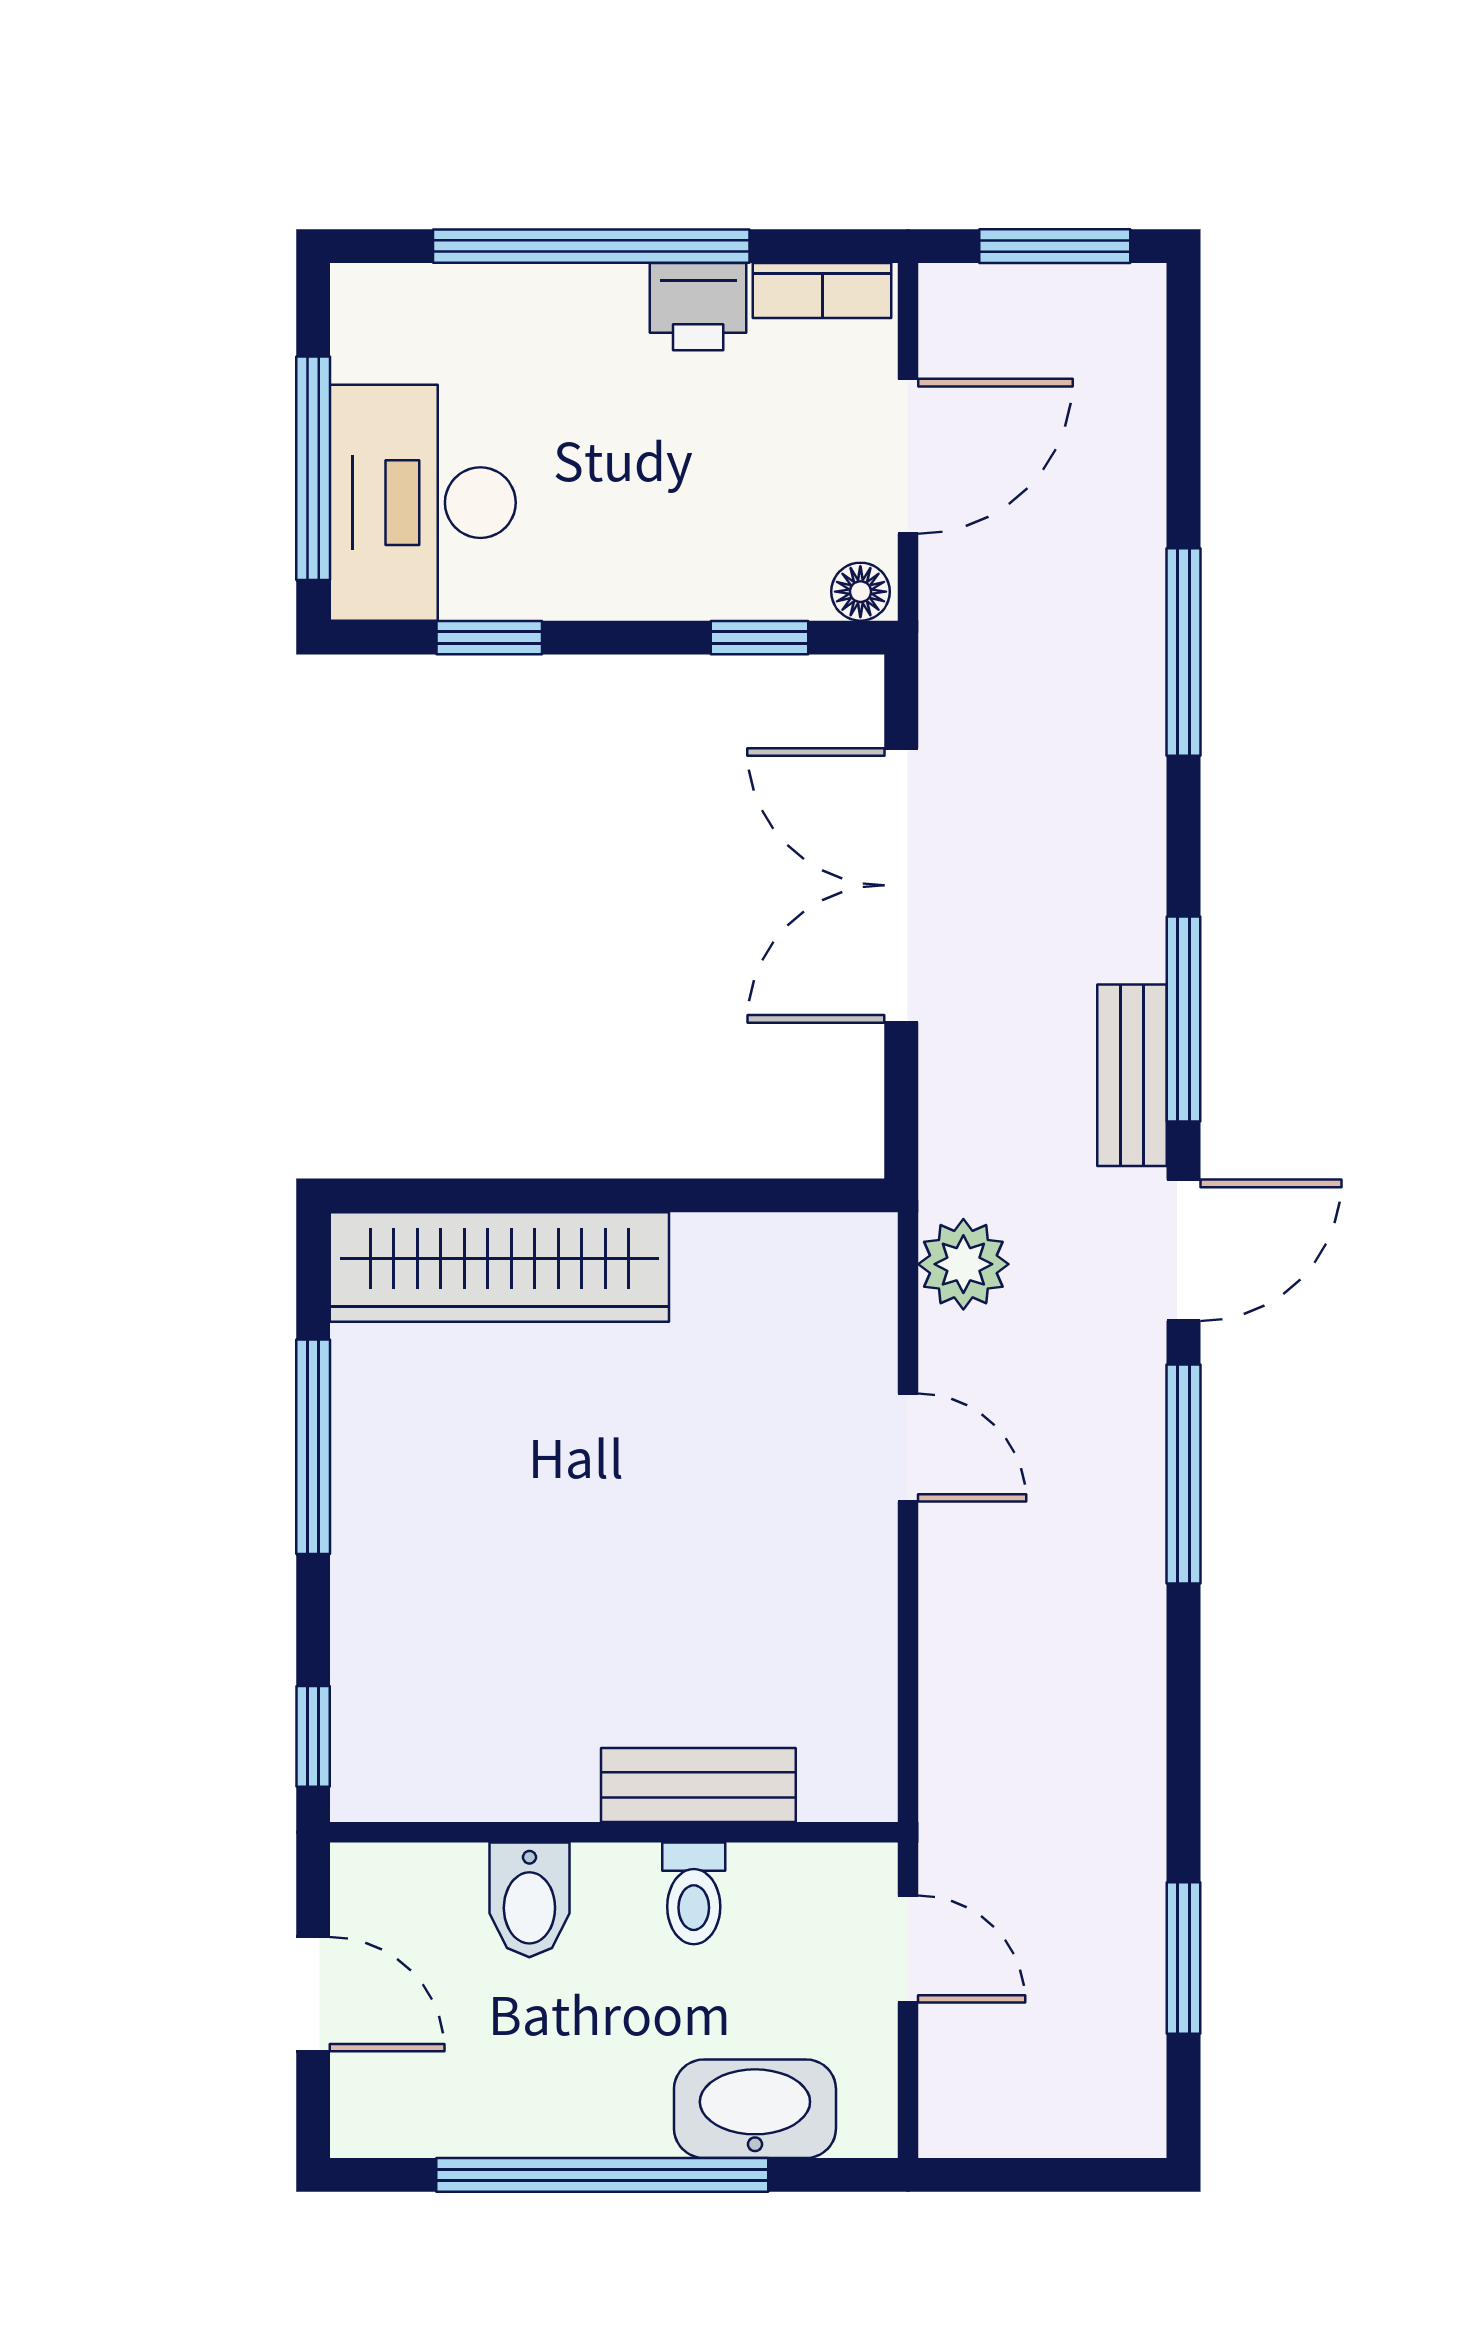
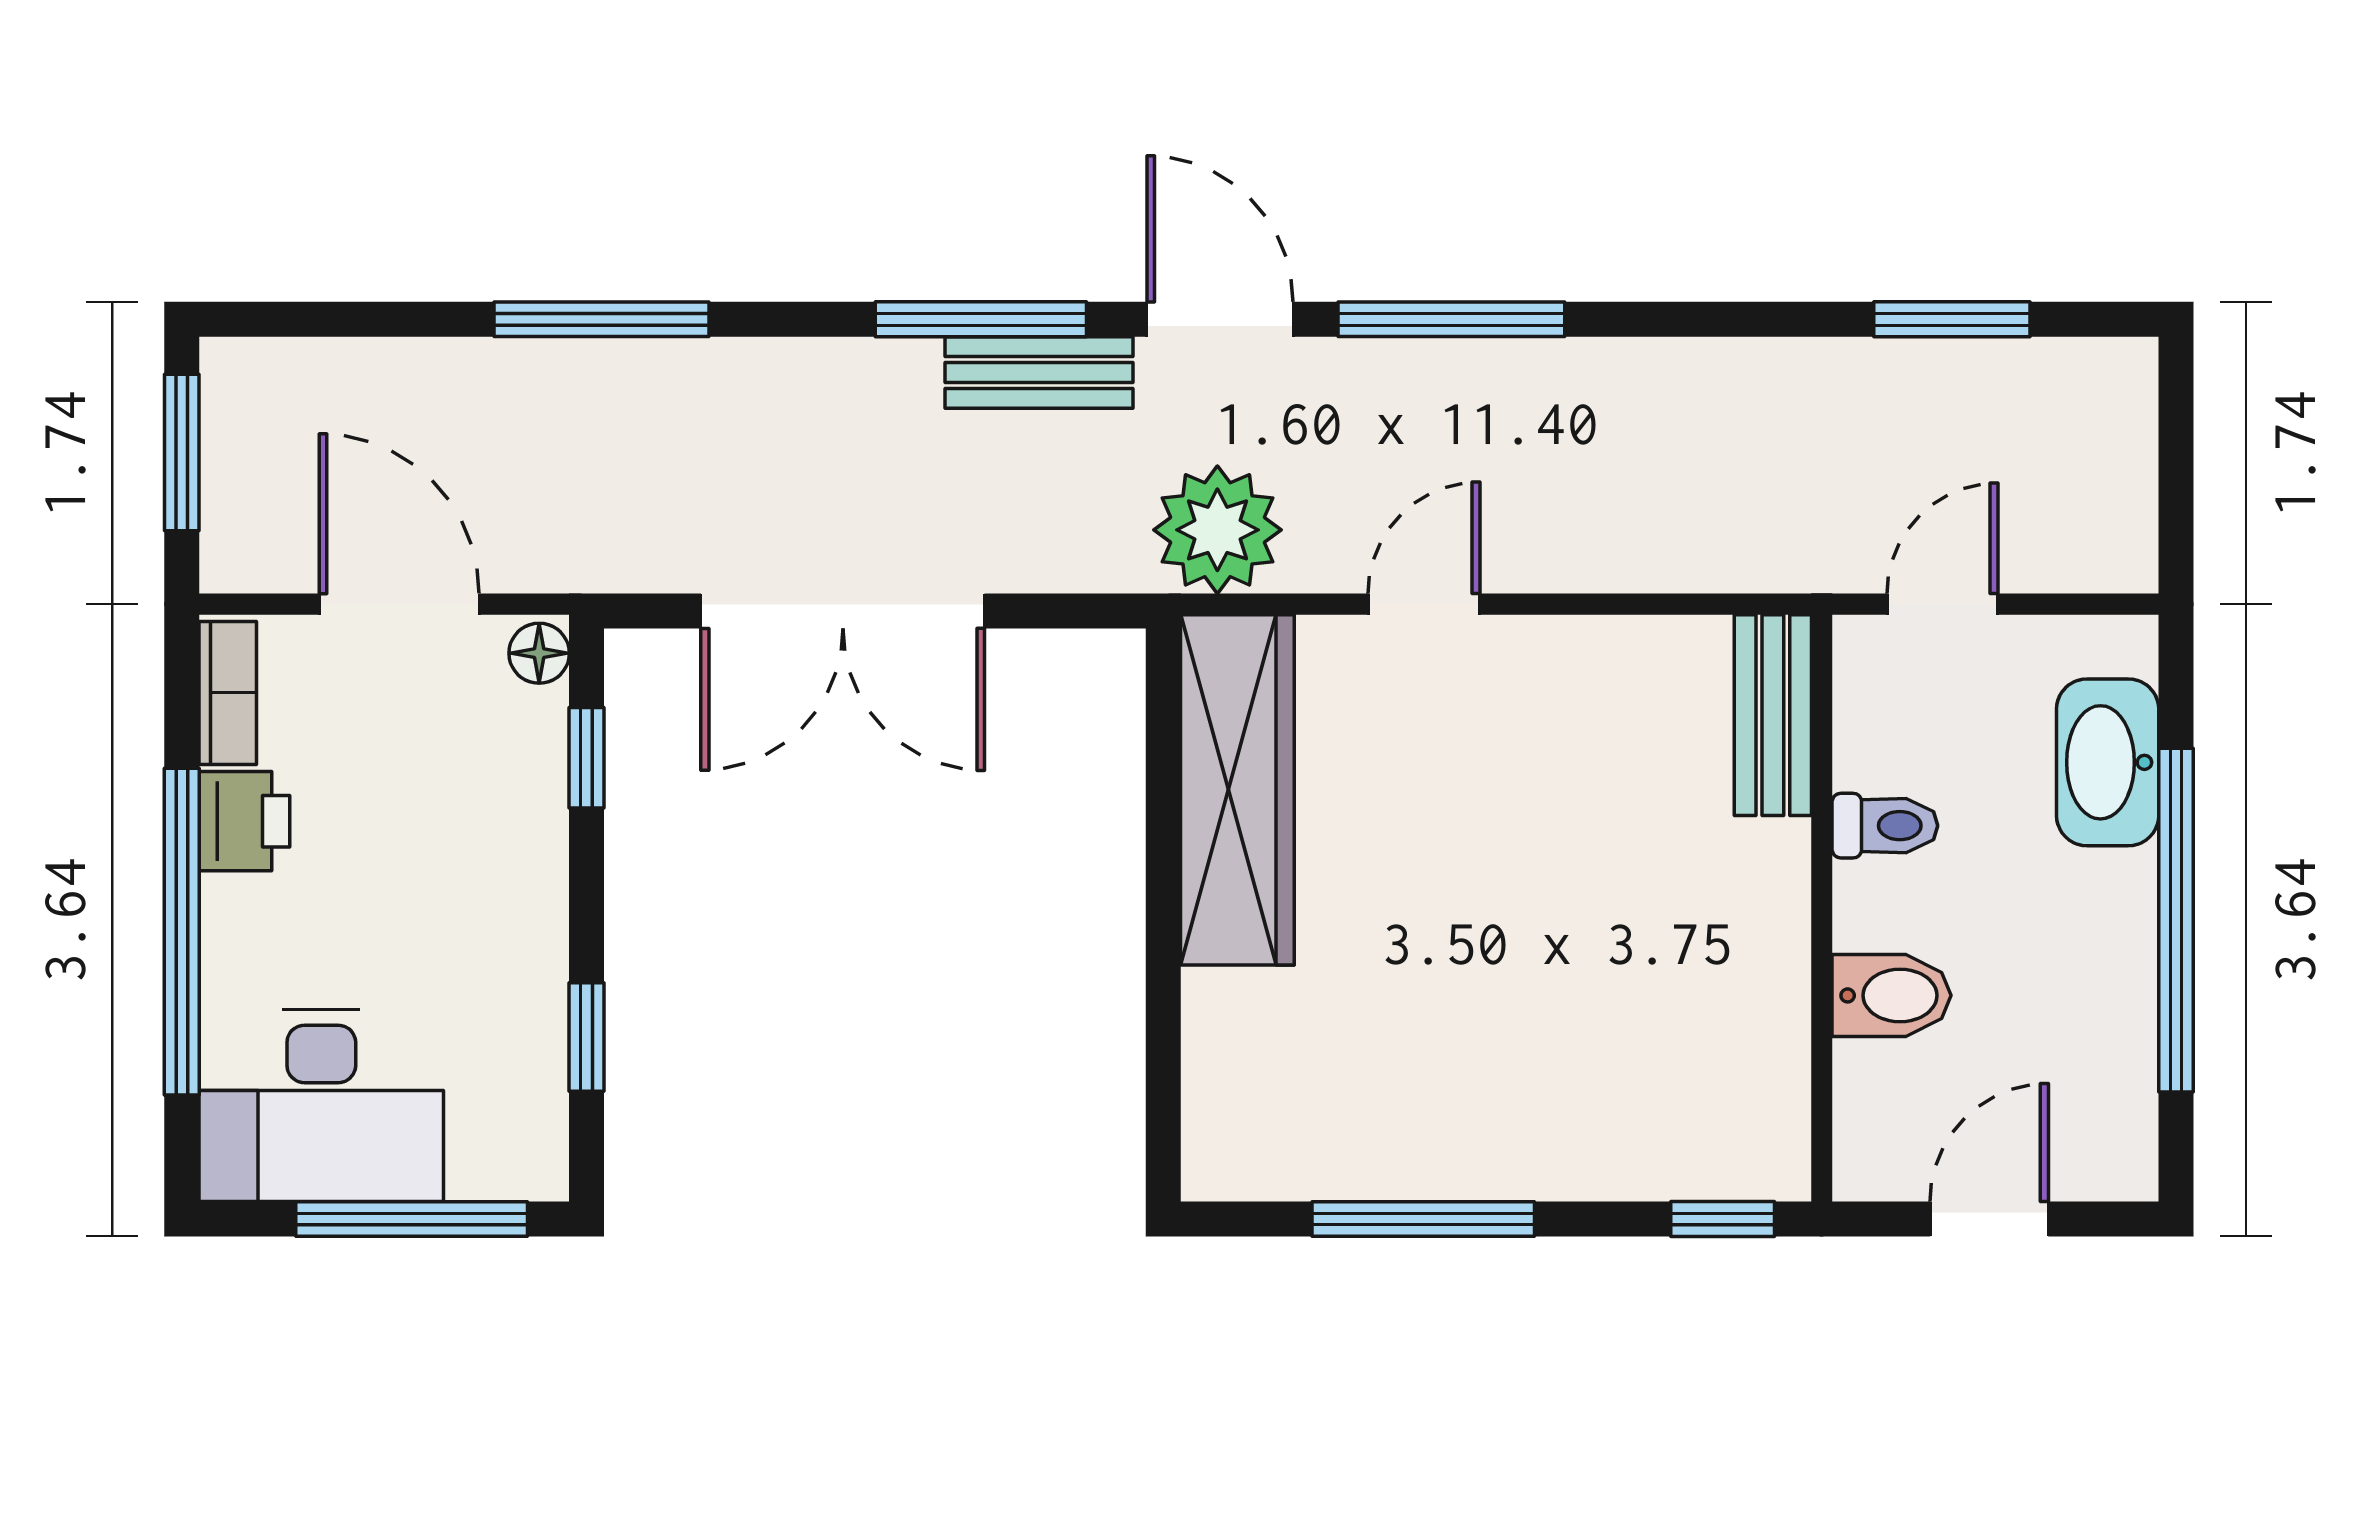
desk: (423, 503) -> (321, 1106), moved
plant: (963, 1264) -> (1217, 530), width x1.36, depth x1.36
wardrobe: (499, 1267) -> (1237, 790), moved
bench: (698, 1785) -> (1773, 715), moved

